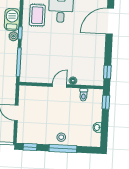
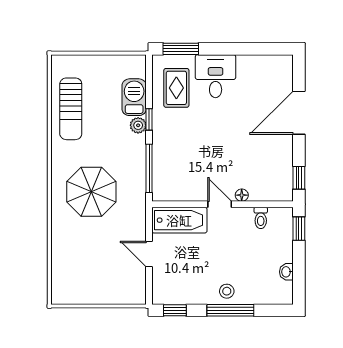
door: (110, 21) -> (299, 113), moved
door: (60, 85) -> (220, 204), hinge flipped
bathtub: (35, 94) -> (179, 220), added

